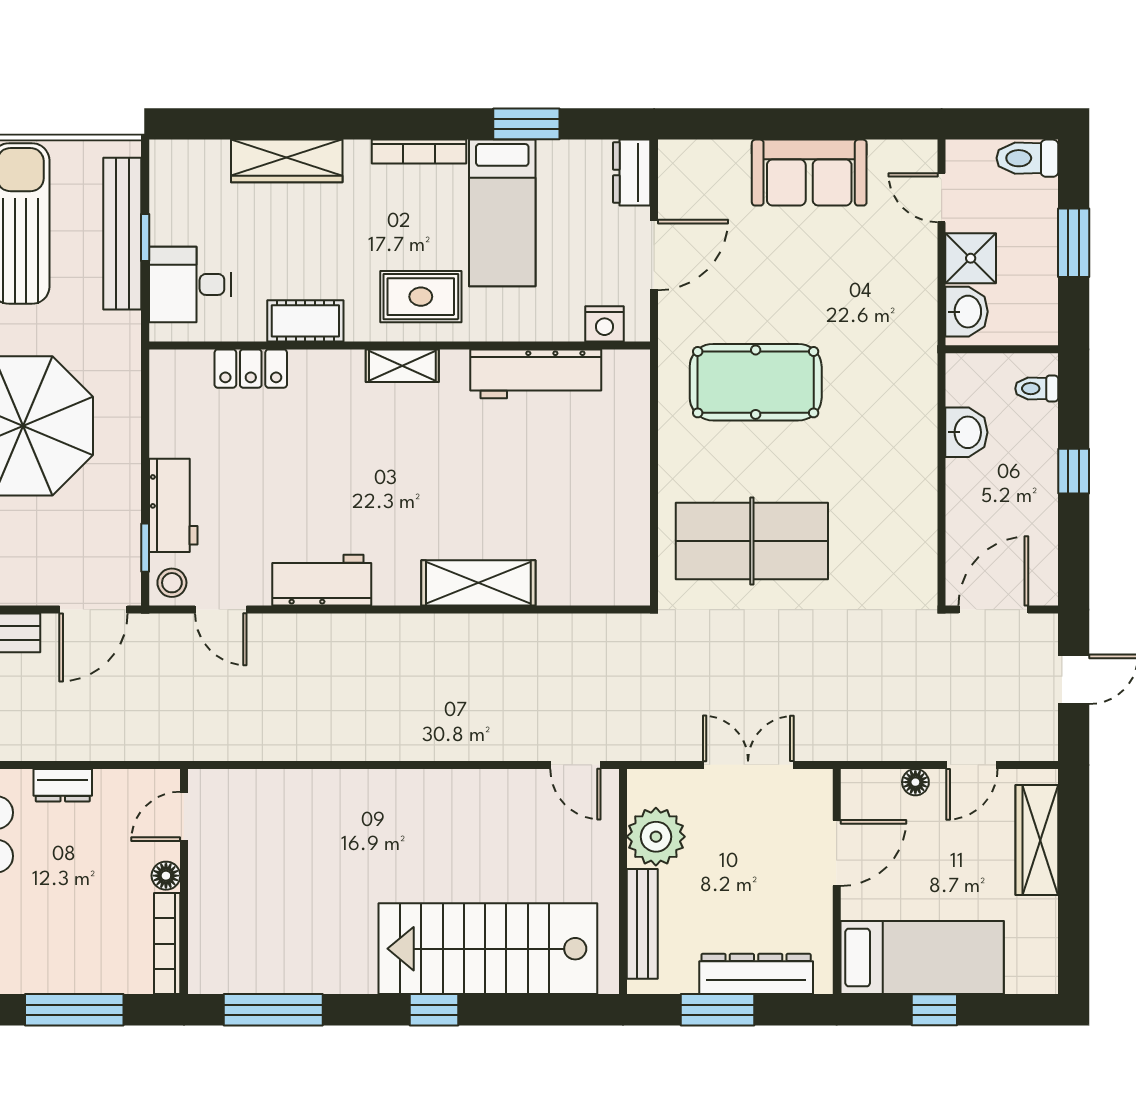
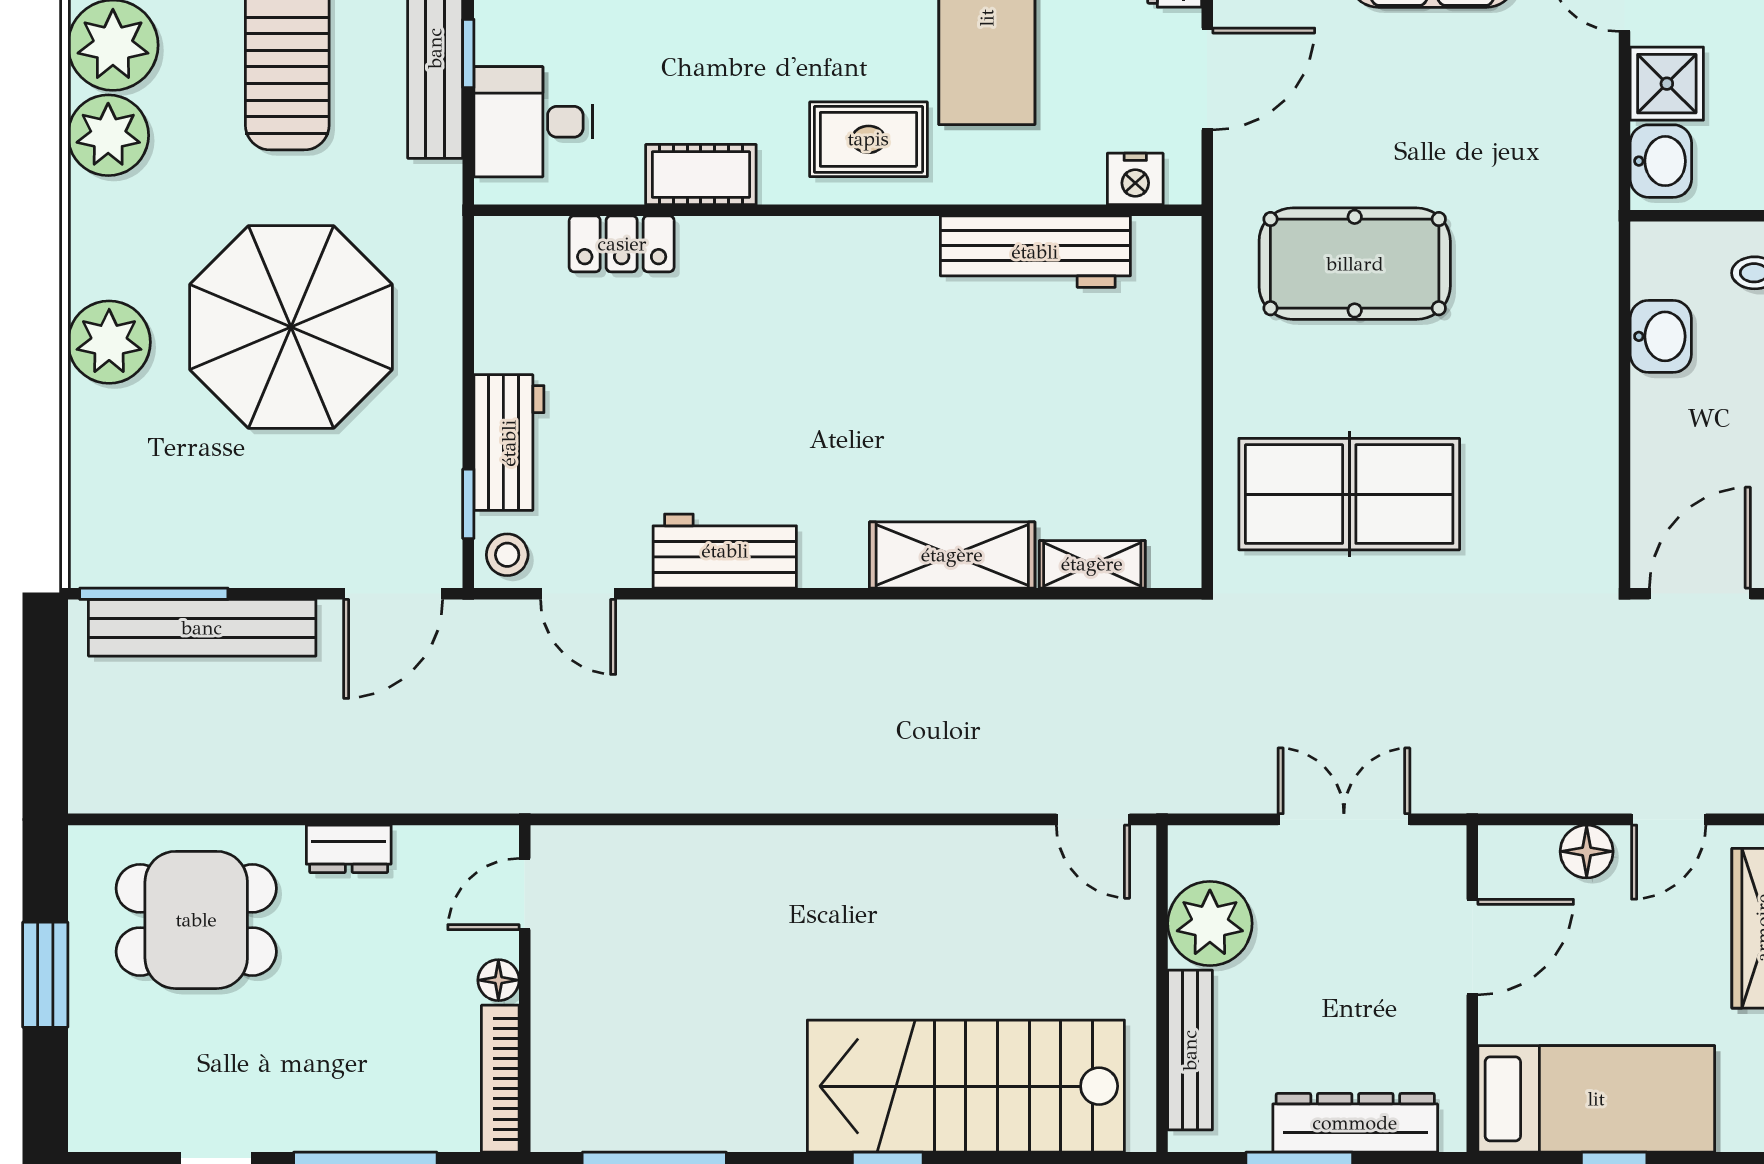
shelving: (402, 366) -> (1092, 564), moved
floor lamp: (915, 782) -> (1587, 851), width x1.37, depth x1.37

